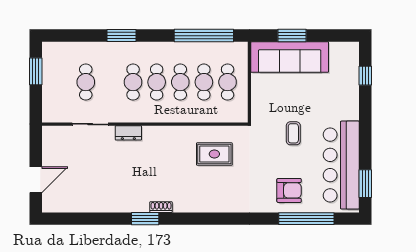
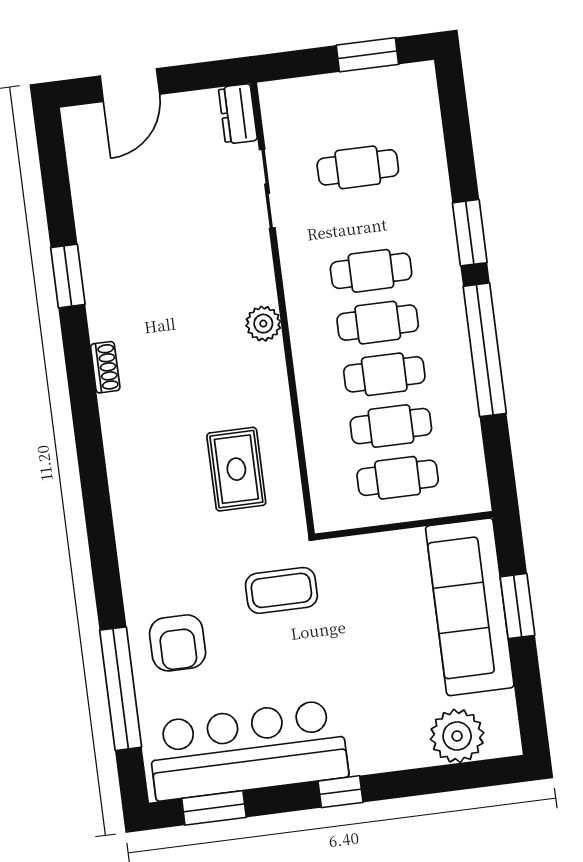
window: (204, 36) -> (485, 350), moved
plant: (347, 70) -> (457, 736), added
window: (365, 76) -> (340, 792), moved
dresser: (128, 133) -> (238, 114), moved
coffee table: (293, 133) -> (281, 590), moved, width x1.36, depth x1.30
plant: (151, 134) -> (263, 324), added
door: (36, 180) -> (130, 85), hinge flipped
window: (145, 219) -> (68, 276), moved

